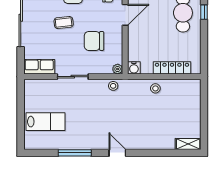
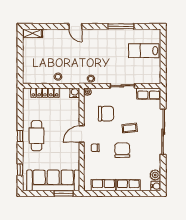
door: (117, 153) -> (75, 26), moved

